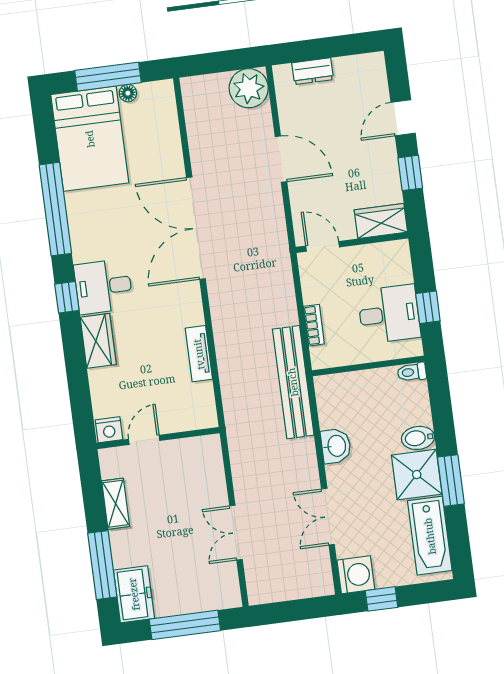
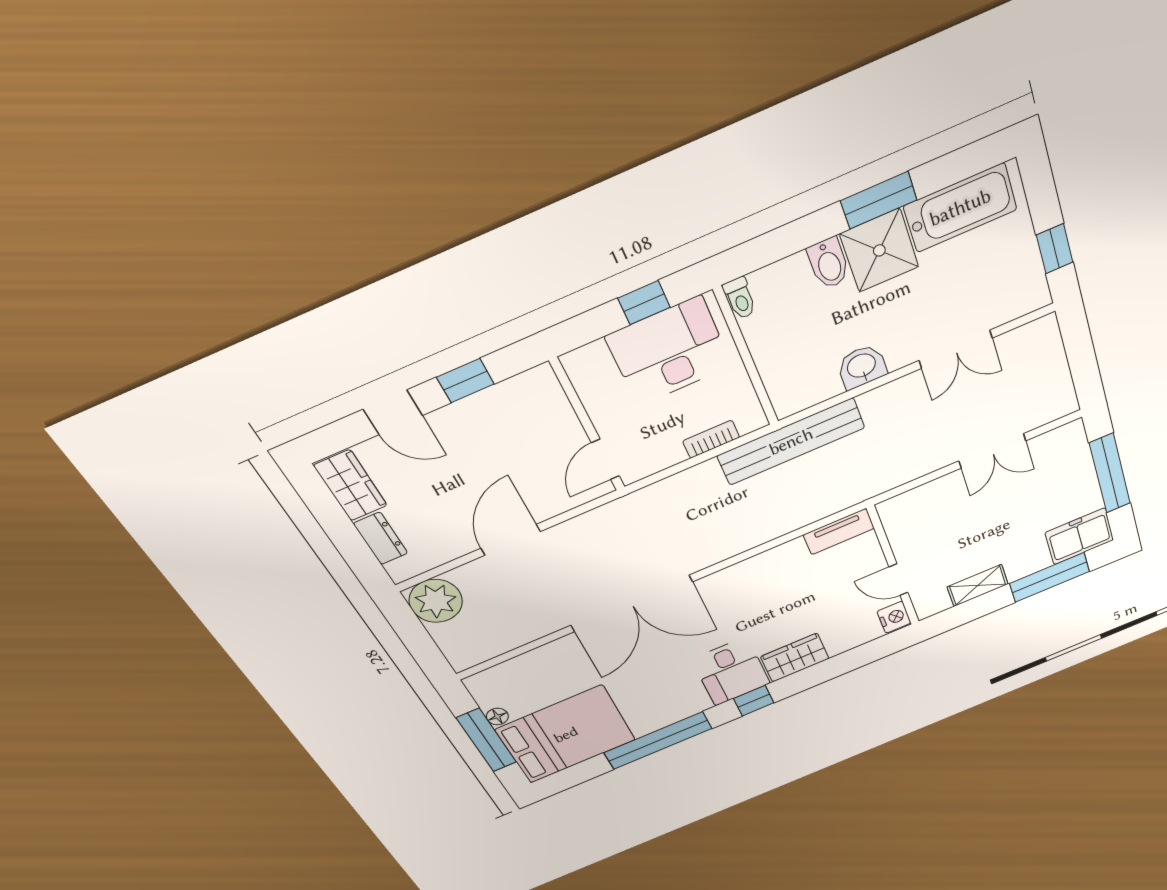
wardrobe: (381, 221) -> (351, 486), moved, turned 180
desk: (389, 314) -> (669, 351), width x1.37
tv unit: (199, 354) -> (839, 532), moved
washing machine: (356, 575) -> (1026, 292), removed

